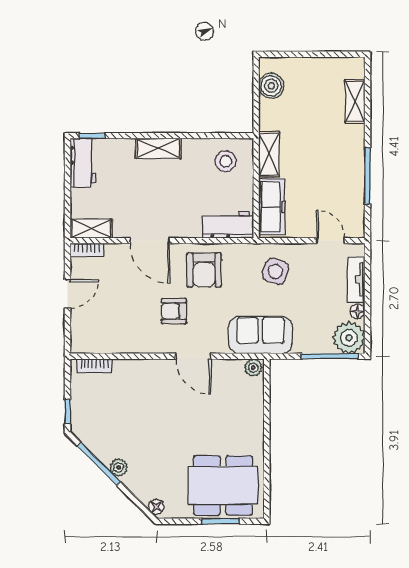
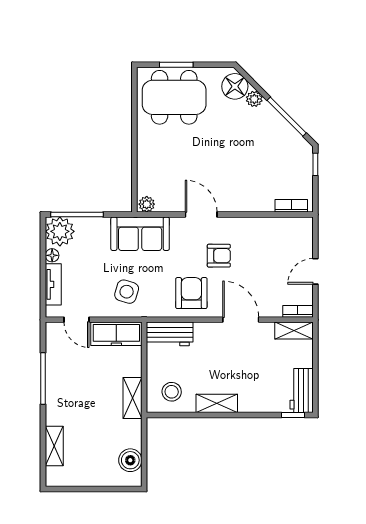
shelving: (158, 148) -> (217, 403), moved
freezer: (272, 207) -> (116, 334), moved, turned -90
plant: (119, 467) -> (254, 99), moved
floor lamp: (156, 507) -> (235, 86), width x1.89, depth x1.89

